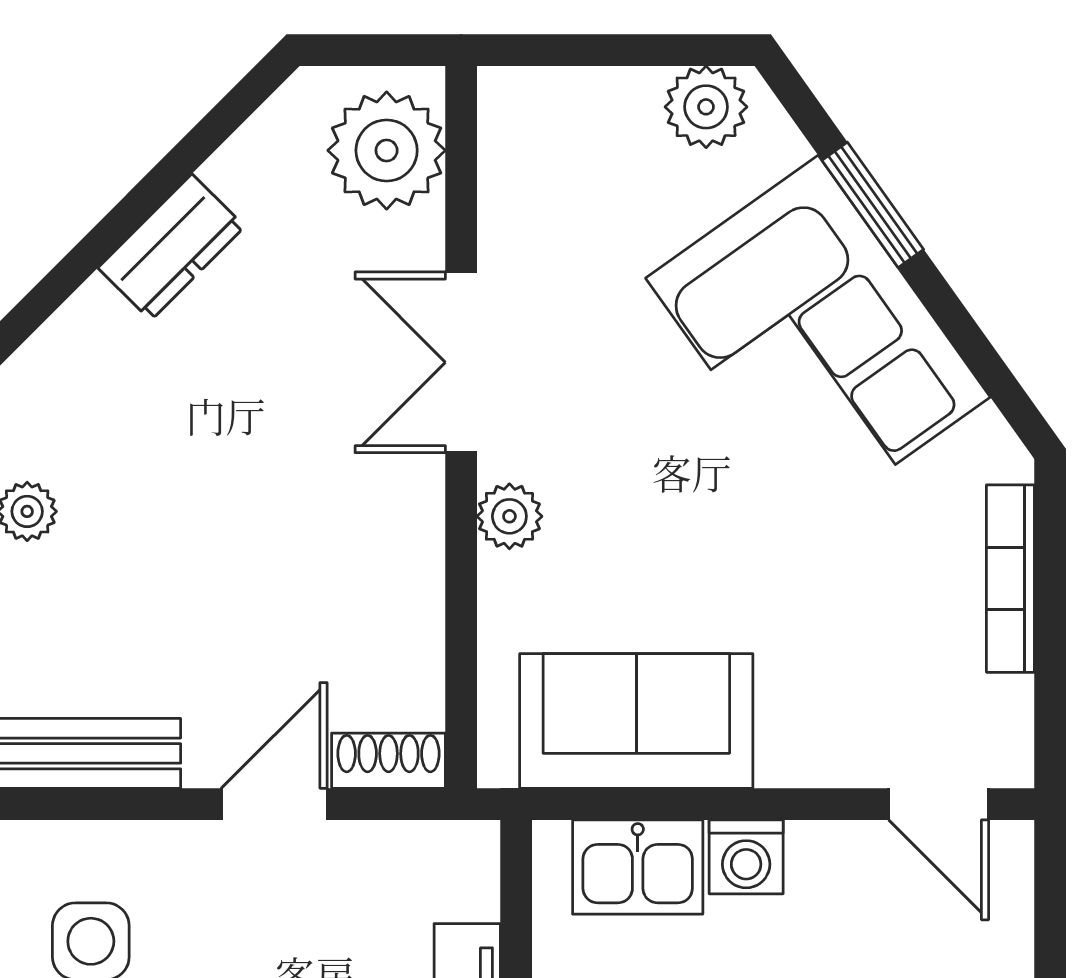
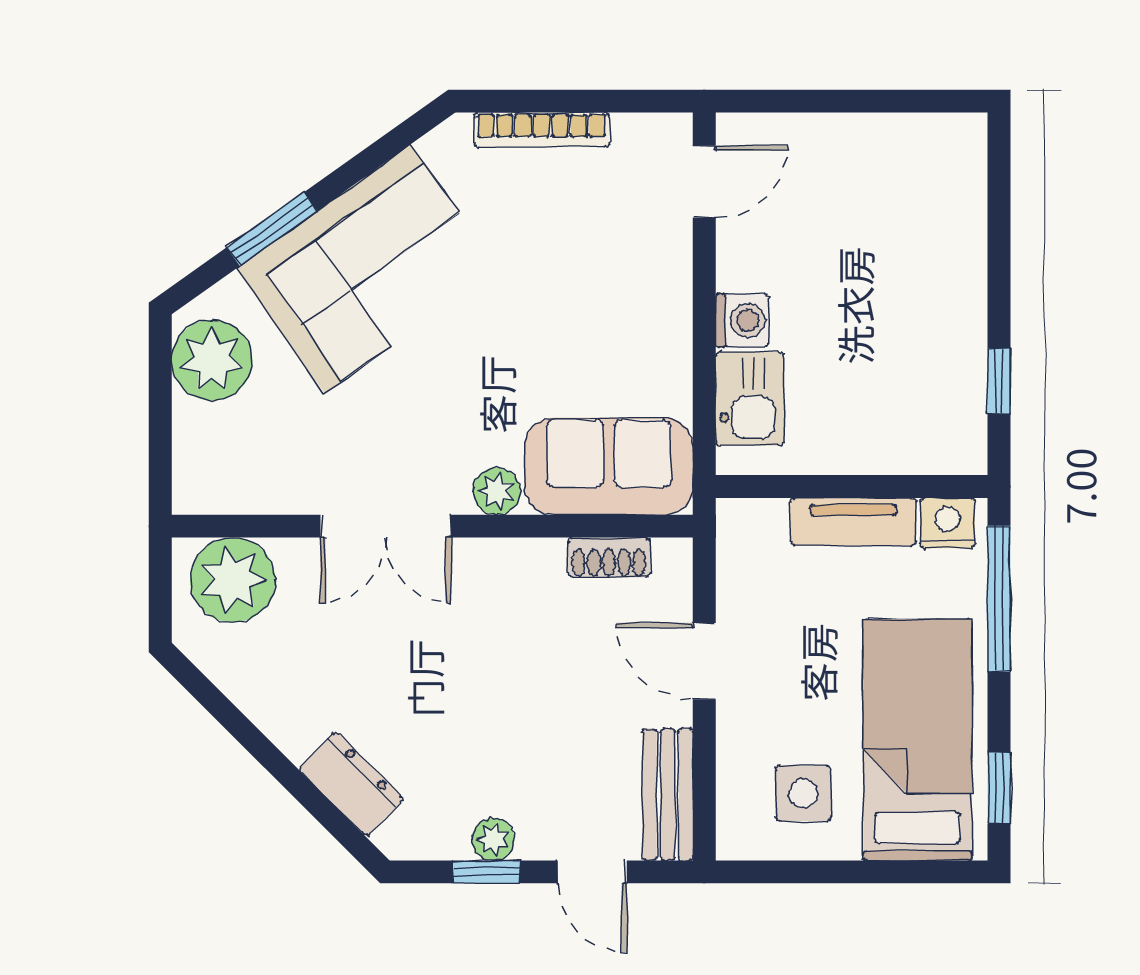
plant: (706, 107) -> (212, 360), width x1.36, depth x1.36
dresser: (171, 247) -> (351, 784), moved
sofa: (636, 721) -> (609, 466), moved, turned 90
shoe rack: (389, 761) -> (609, 557), moved, turned -90

